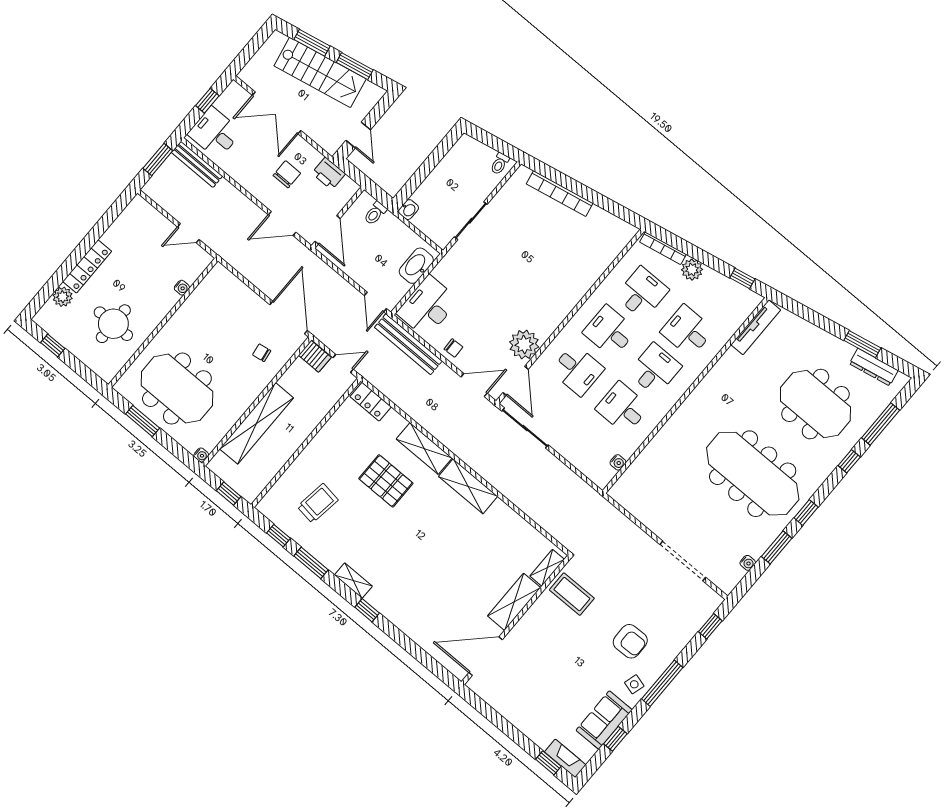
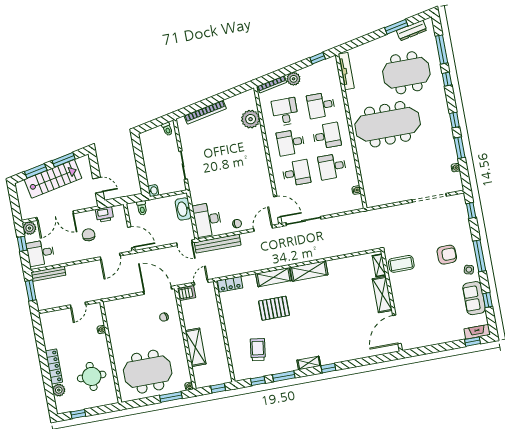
plant: (234, 94) -> (29, 228), added
plant: (524, 344) -> (251, 119), moved
desk: (655, 369) -> (327, 136), turned 90
window: (143, 421) -> (171, 397), moved
shelving: (256, 423) -> (196, 347), width x0.68
meeting table: (753, 474) -> (388, 124), moved

